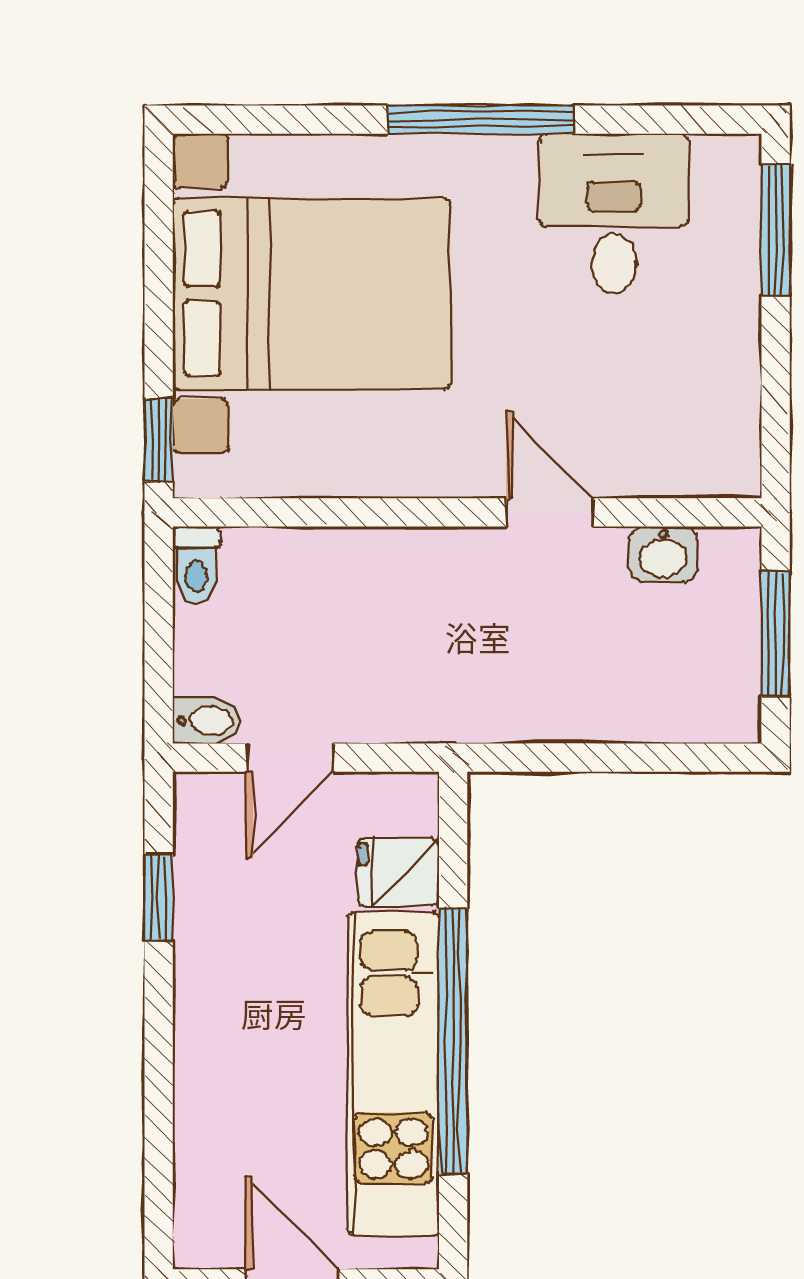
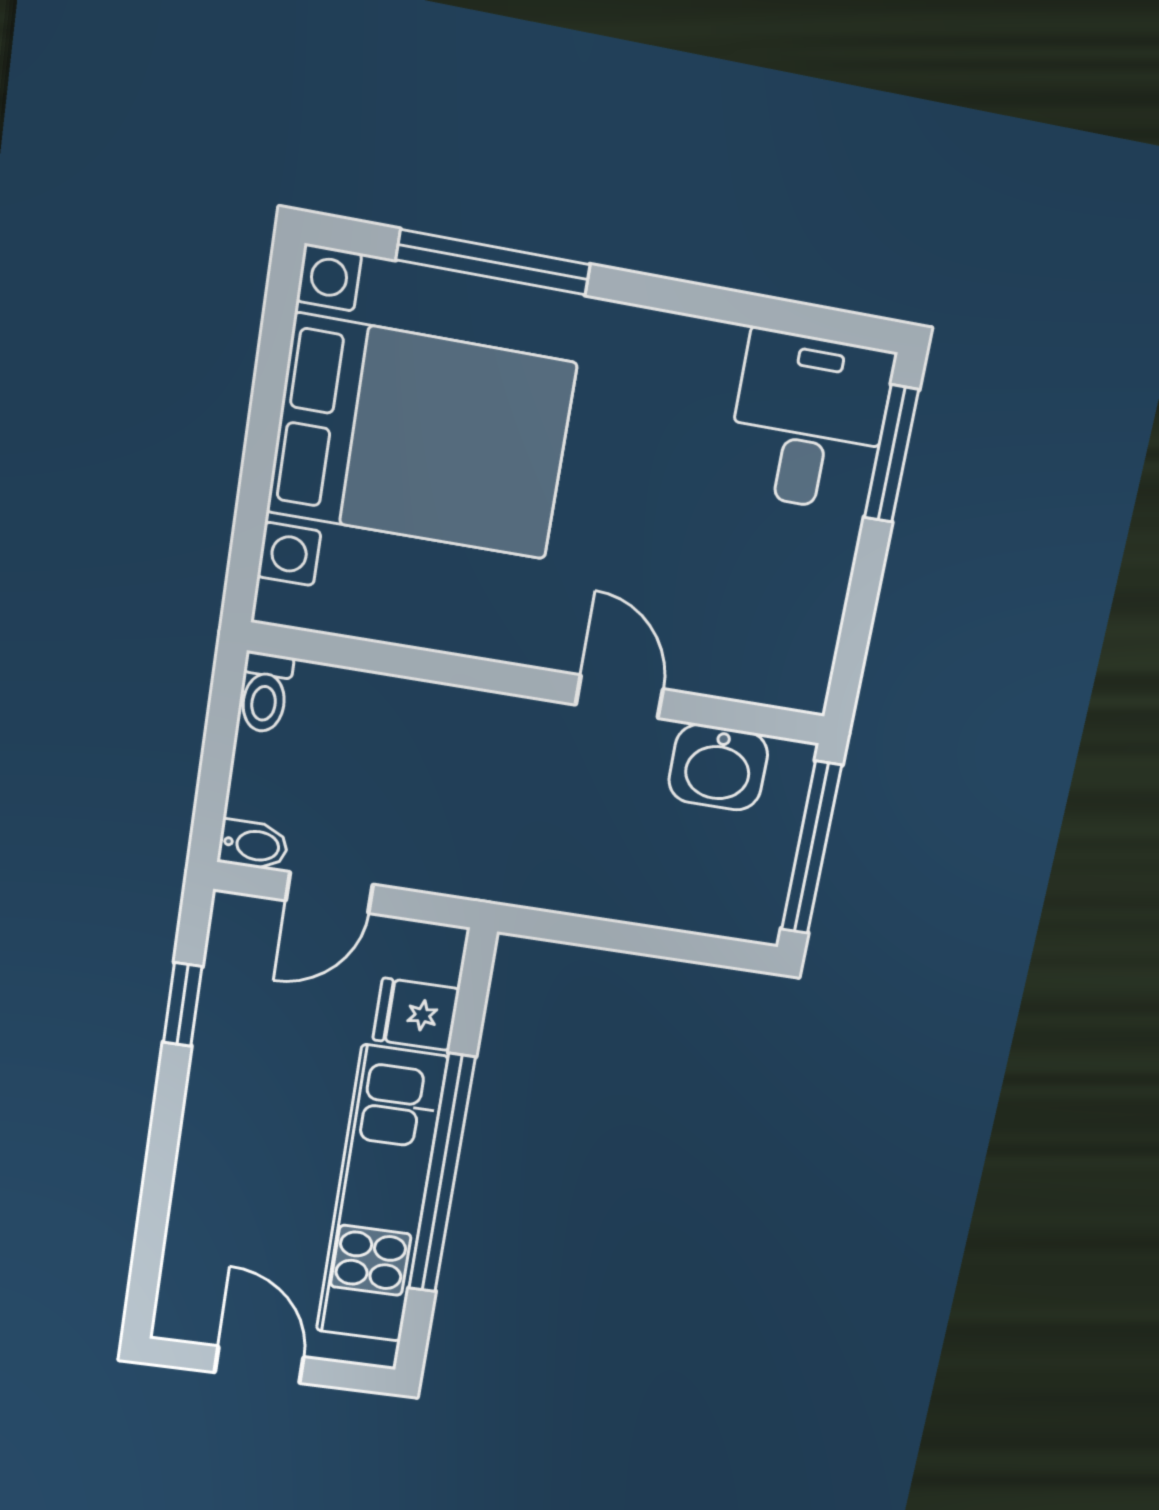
window: (481, 120) -> (493, 262), moved
desk: (614, 214) -> (809, 422), moved
window: (159, 440) -> (245, 561), removed
washbasin: (663, 554) -> (718, 767), width x1.38, depth x1.45
window: (776, 634) -> (811, 848), width x1.44

